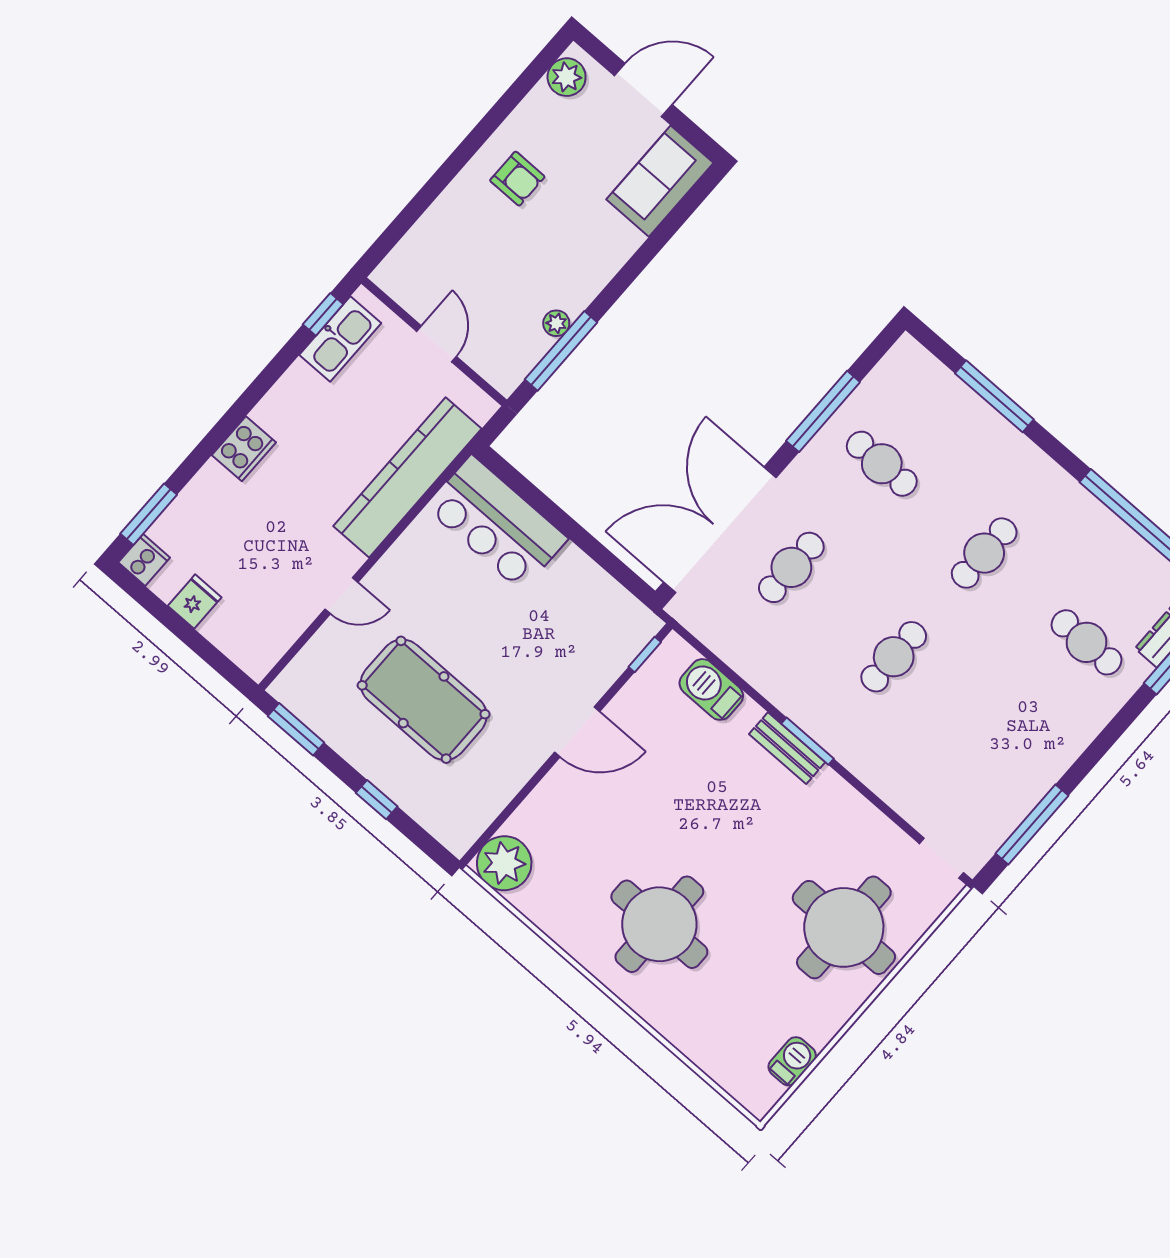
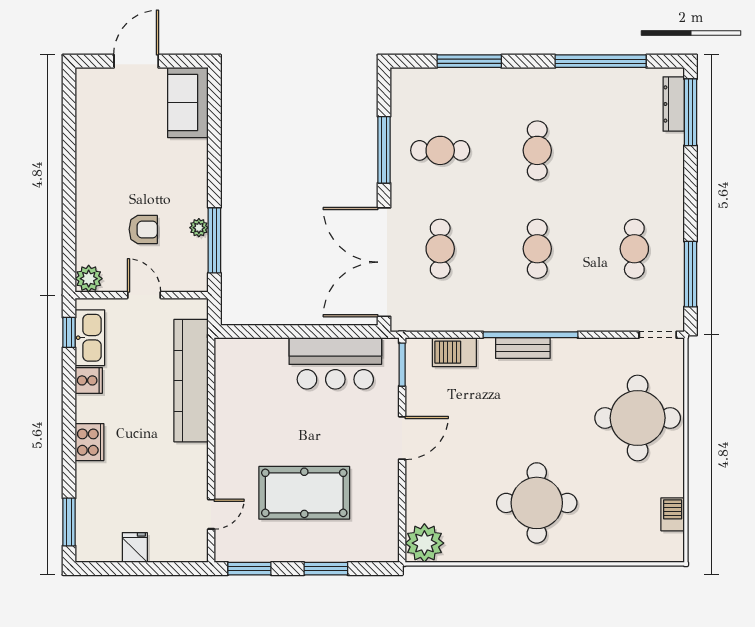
plant: (567, 77) -> (89, 279), moved
armchair: (517, 179) -> (143, 229), moved
bar counter: (497, 523) -> (335, 363), moved
cooker: (144, 560) -> (89, 380), moved, turned 90
door: (341, 596) -> (211, 514), moved
cafe table: (1087, 642) -> (634, 249), moved, turned 90
window: (645, 654) -> (402, 365), width x1.50
window: (807, 741) -> (530, 335), width x2.11
window: (377, 800) -> (326, 569), width x1.50

